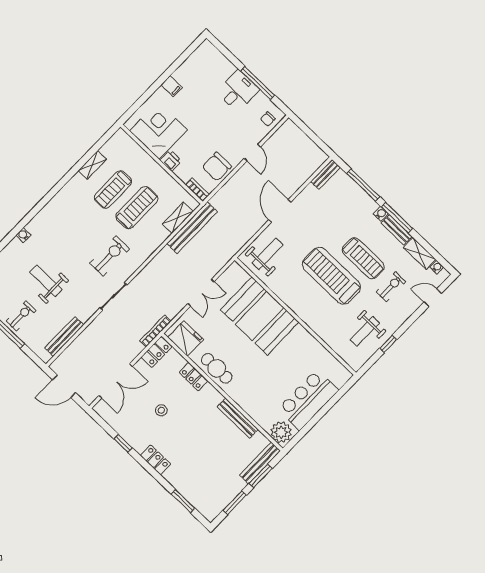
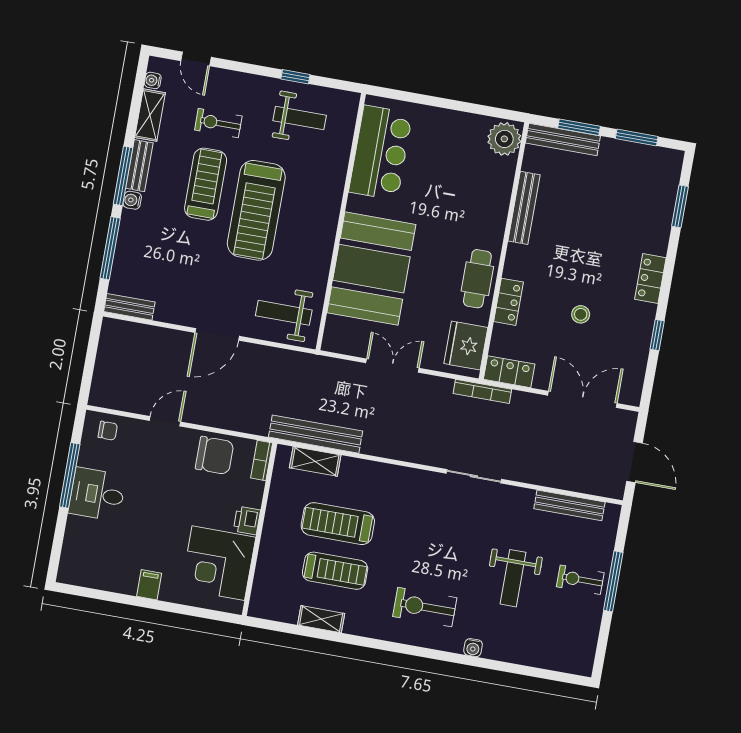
exercise bike: (110, 256) -> (425, 607), moved
bar counter: (308, 400) -> (381, 153), moved, turned -90

